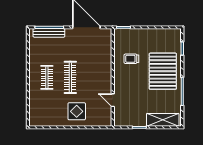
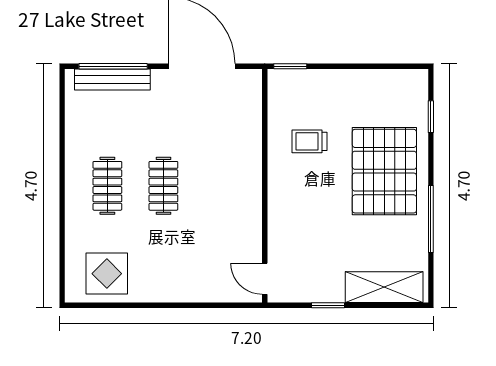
clothes rail: (70, 77) -> (163, 186), width x0.73
door: (113, 100) -> (265, 279), moved
display table: (77, 111) -> (107, 274), moved

